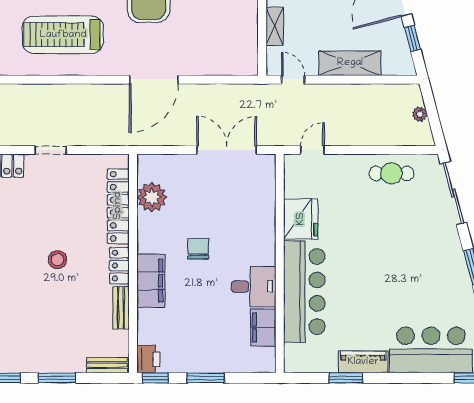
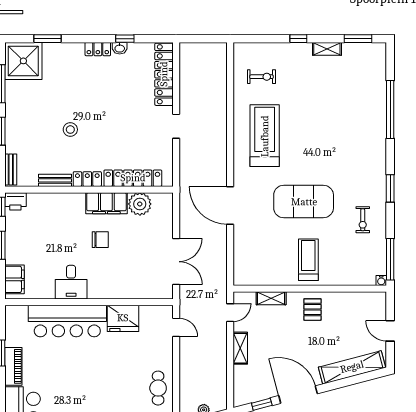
shelving: (350, 63) -> (240, 348), width x0.67, depth x0.75
stool: (57, 260) -> (70, 130), moved
filing cabinet: (151, 281) -> (106, 203), moved
filing cabinet: (263, 328) -> (14, 279), moved, turned 90

